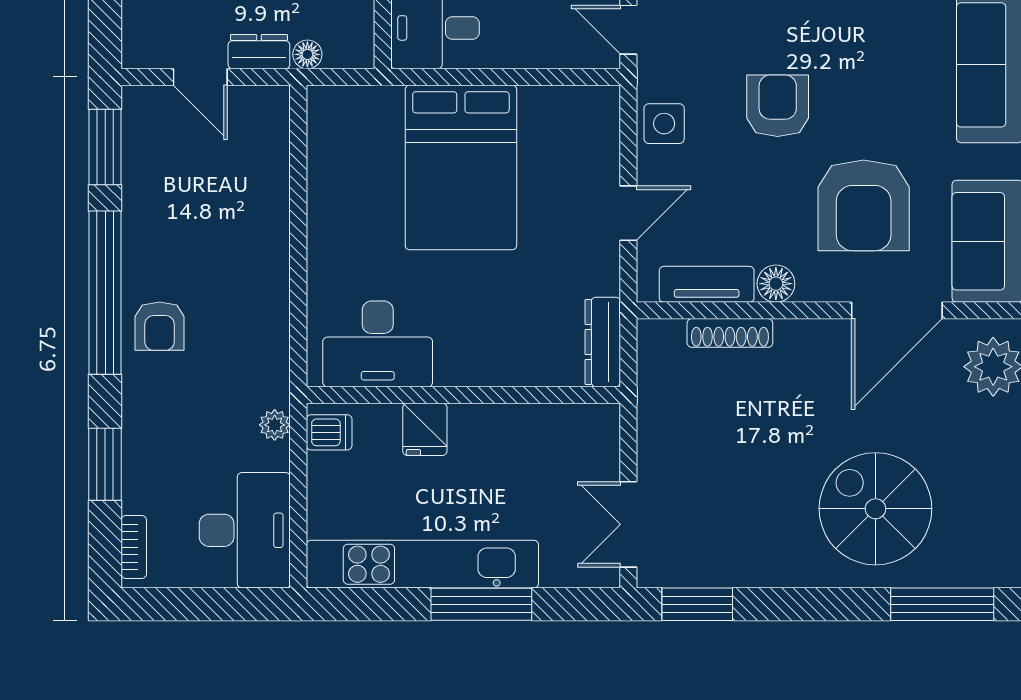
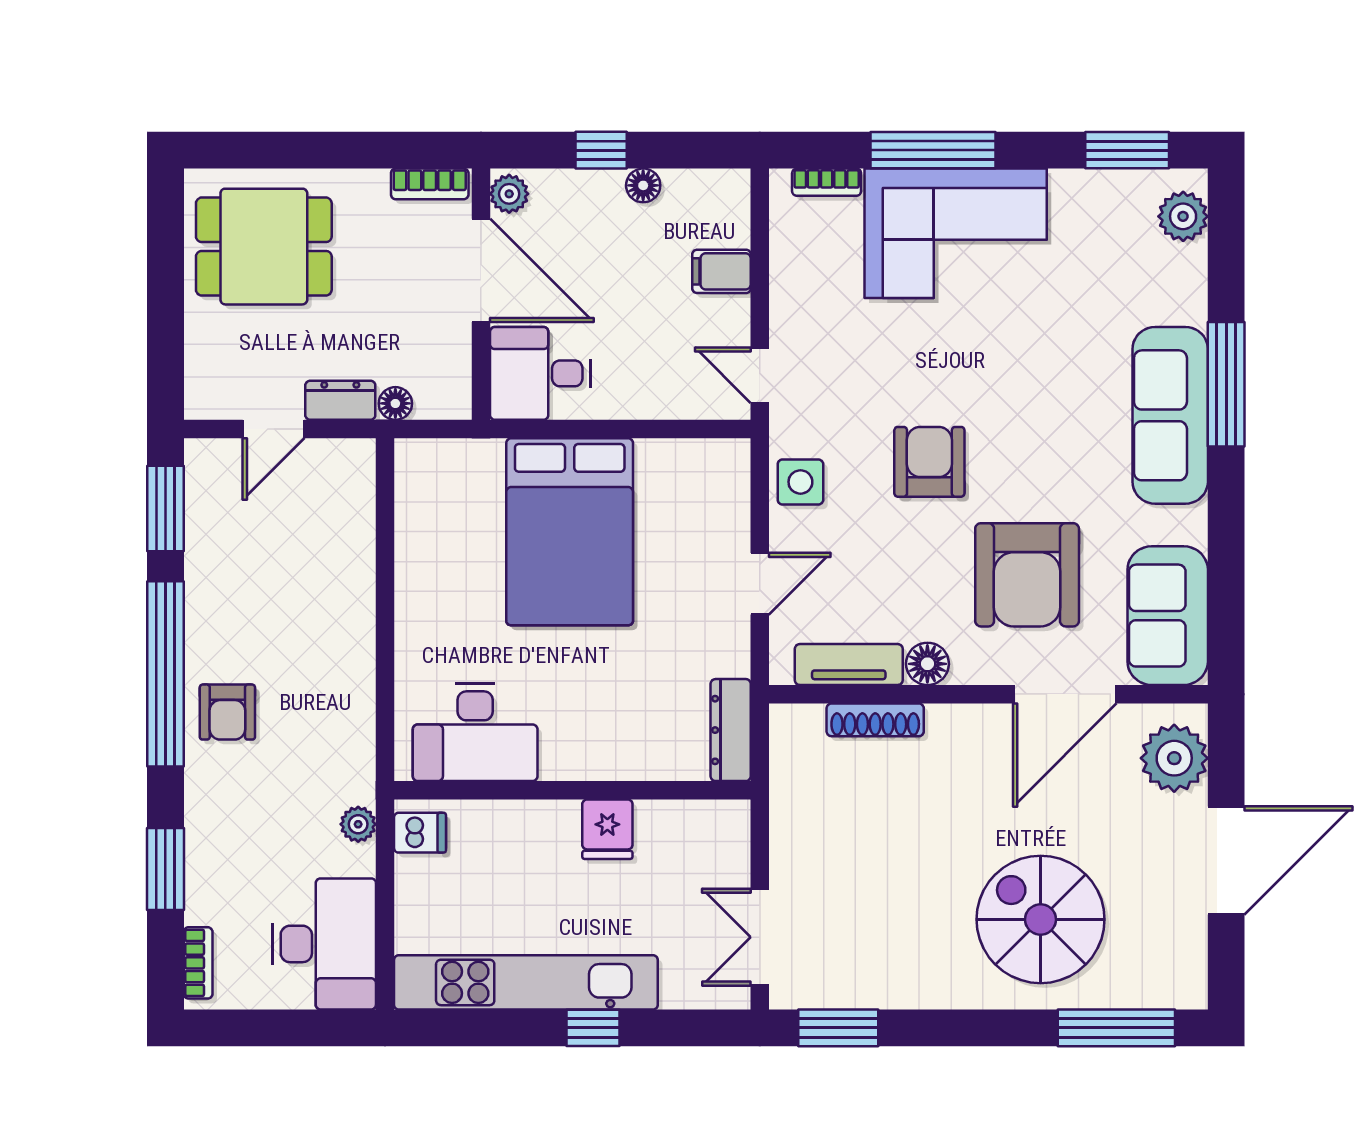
door: (200, 77) -> (273, 429), hinge flipped
fridge: (425, 429) -> (607, 829), moved
window: (481, 604) -> (593, 1028), width x0.46

